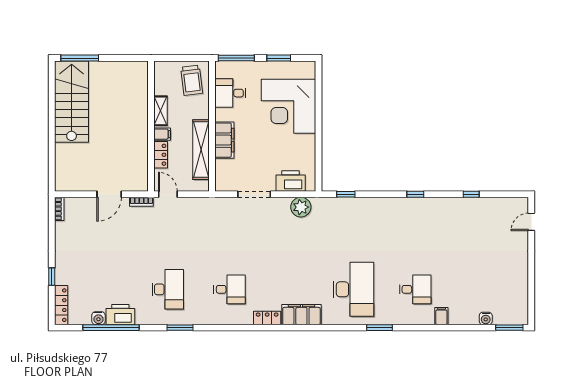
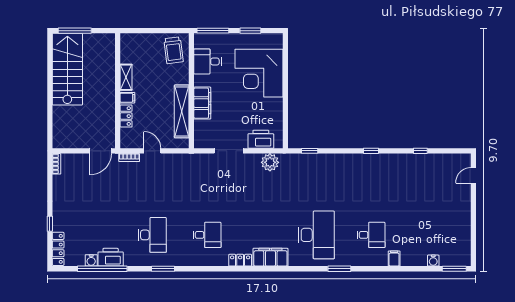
shelving: (161, 111) -> (126, 77), moved
wall: (151, 126) -> (118, 91), moved
filing cabinet: (162, 134) -> (127, 98), moved
locker: (161, 155) -> (126, 116), moved

